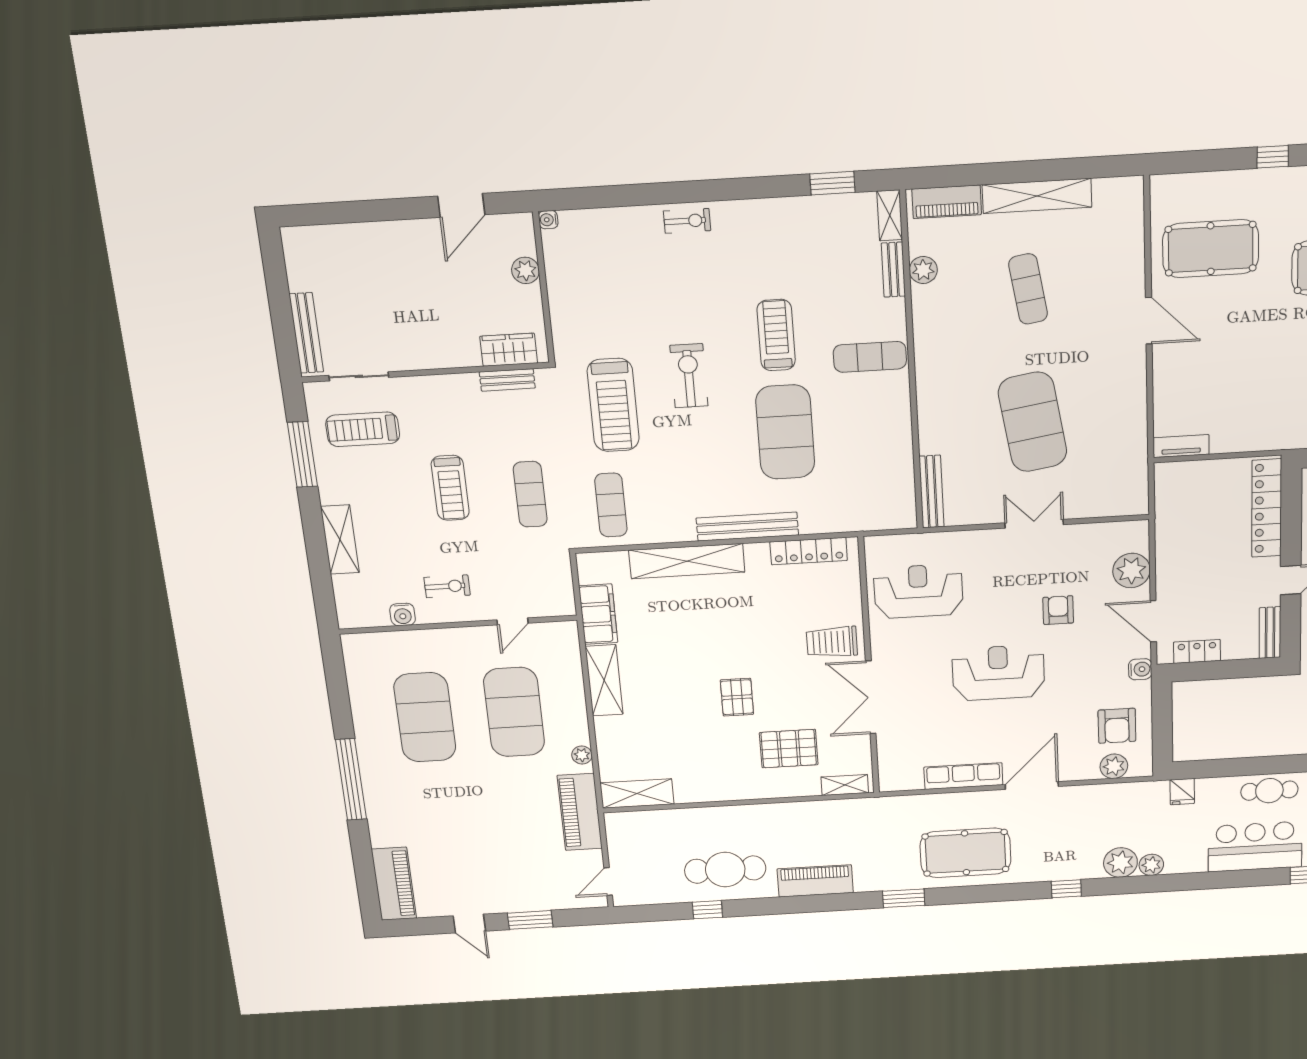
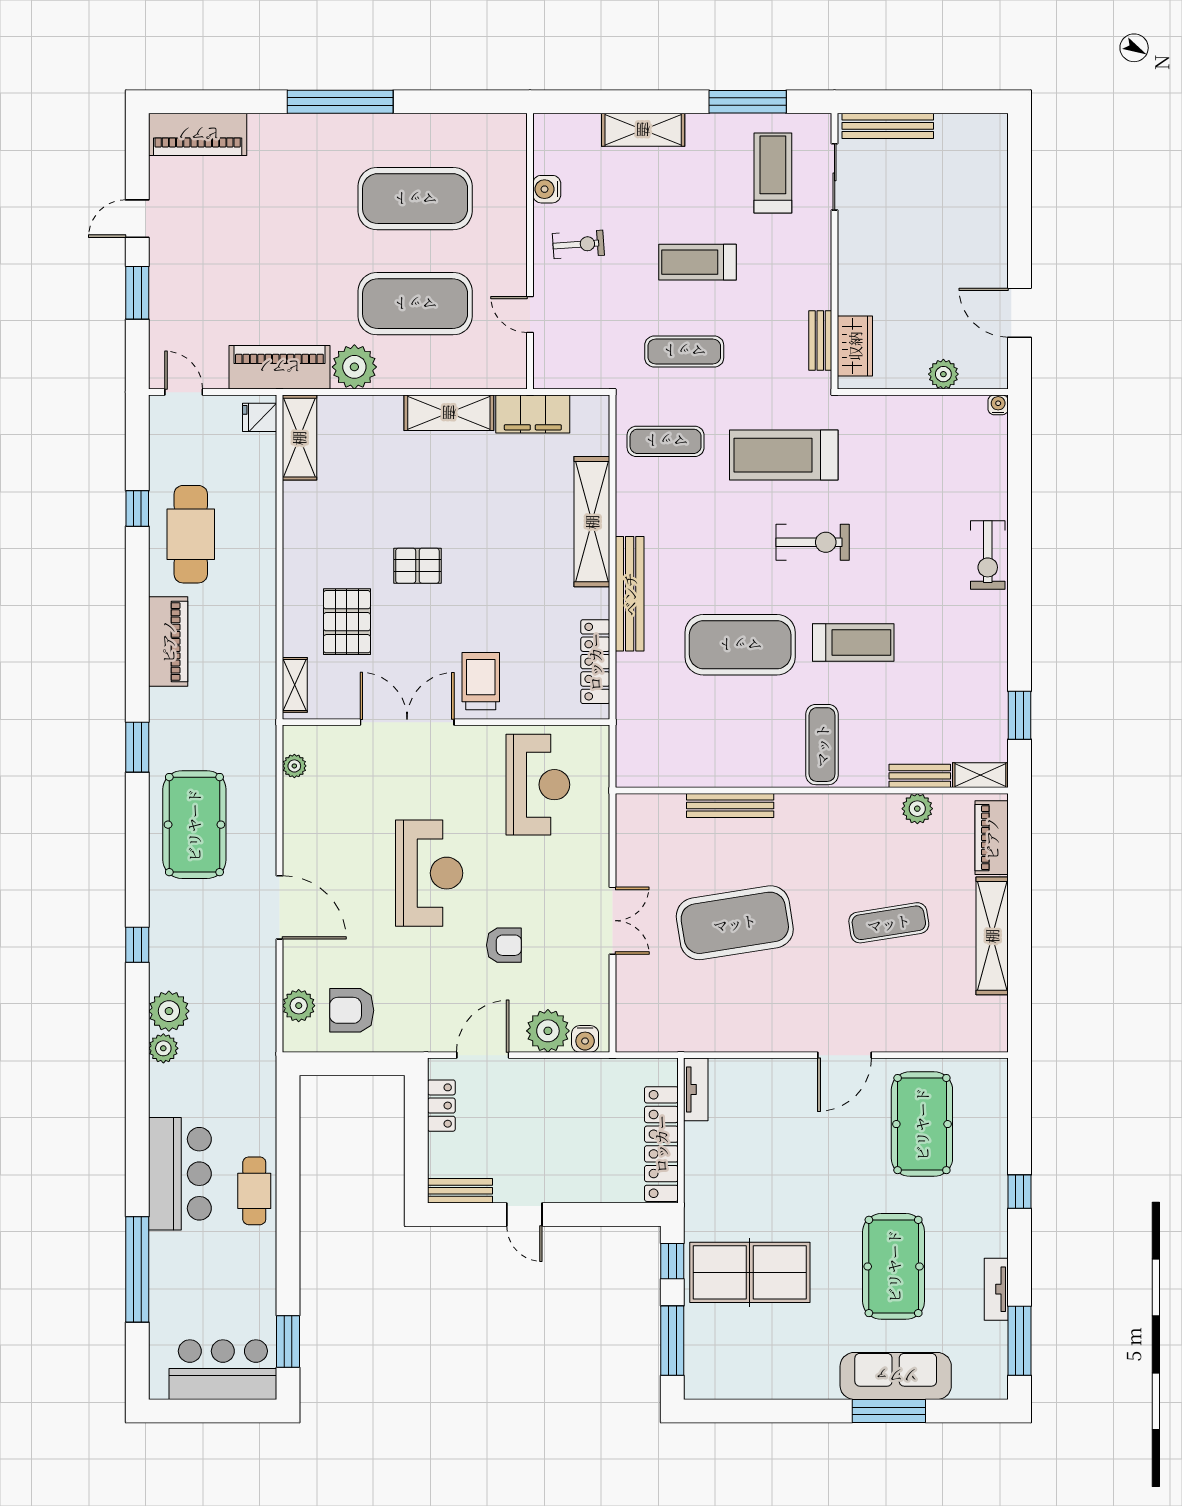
exercise bike: (687, 221) -> (988, 555), width x1.38, depth x1.39
bench: (931, 492) -> (730, 805), moved
locker: (1267, 508) -> (661, 1144), moved, turned -90
exercise bike: (447, 586) -> (578, 244), turned -94
water cooler: (1140, 669) -> (585, 1039), moved
plant: (582, 755) -> (354, 367), width x1.88, depth x1.88
row of seats: (963, 776) -> (297, 826), removed
plant: (913, 781) -> (294, 766), added
fridge: (1182, 792) -> (260, 417), moved

